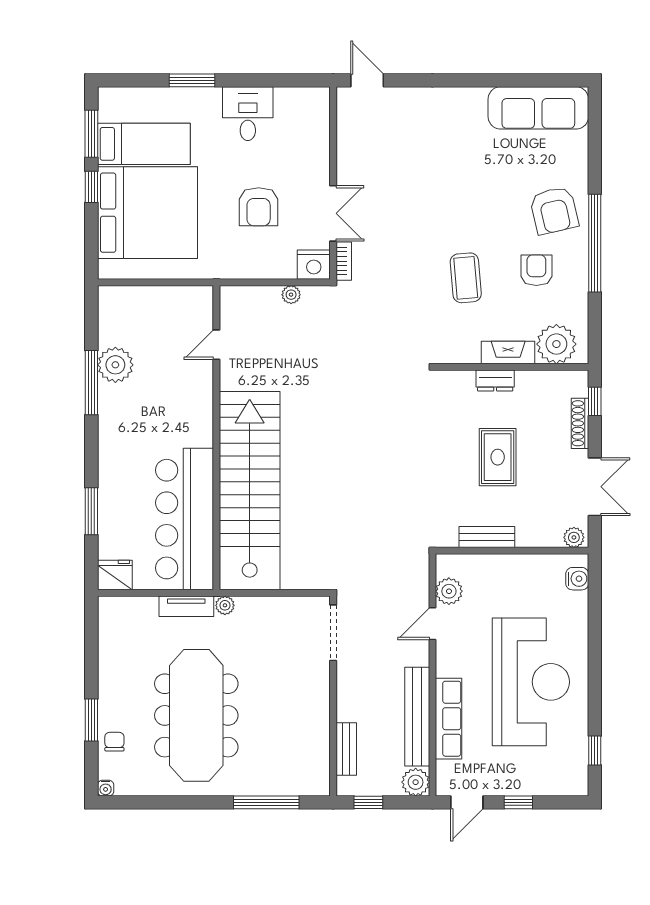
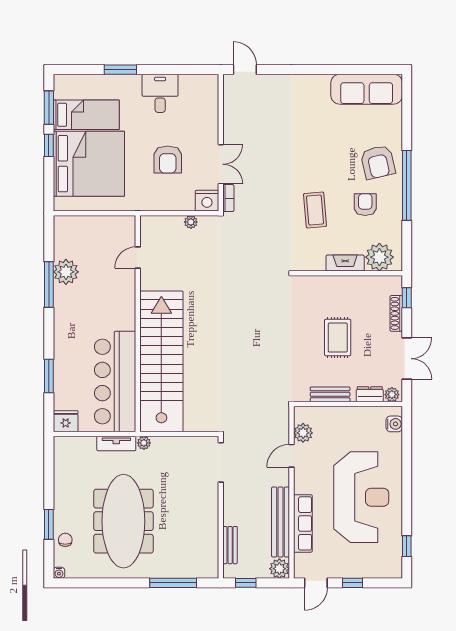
dresser: (495, 380) -> (370, 394), moved, turned 180

